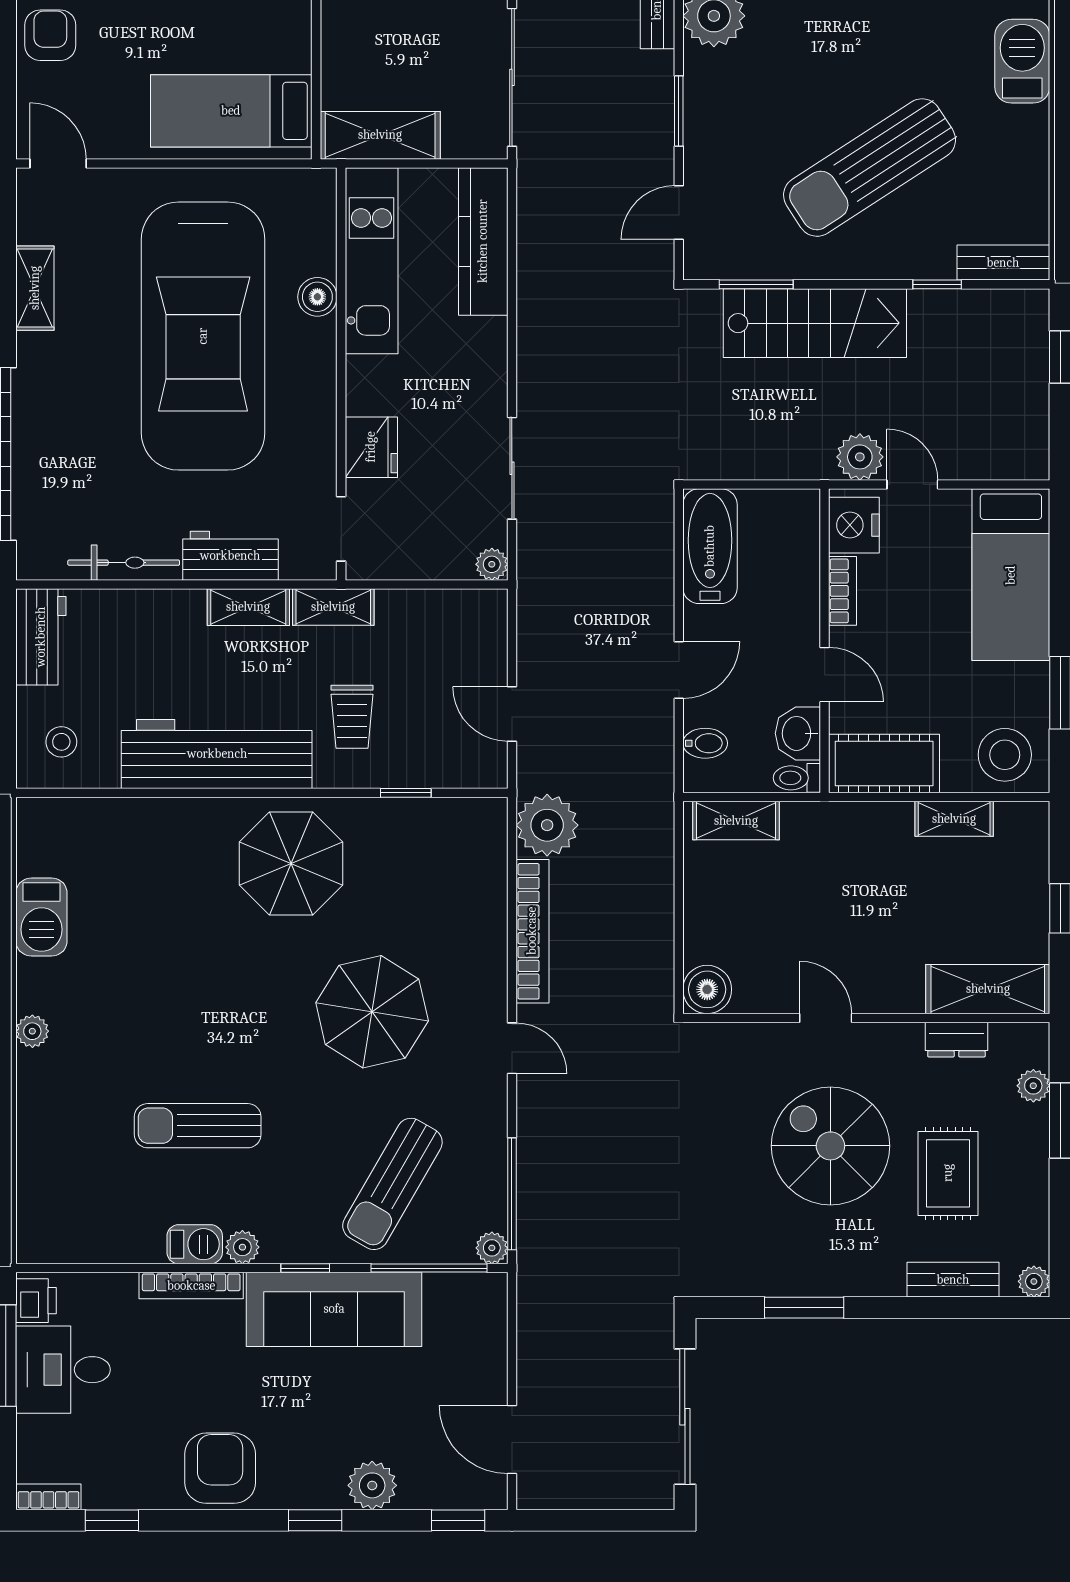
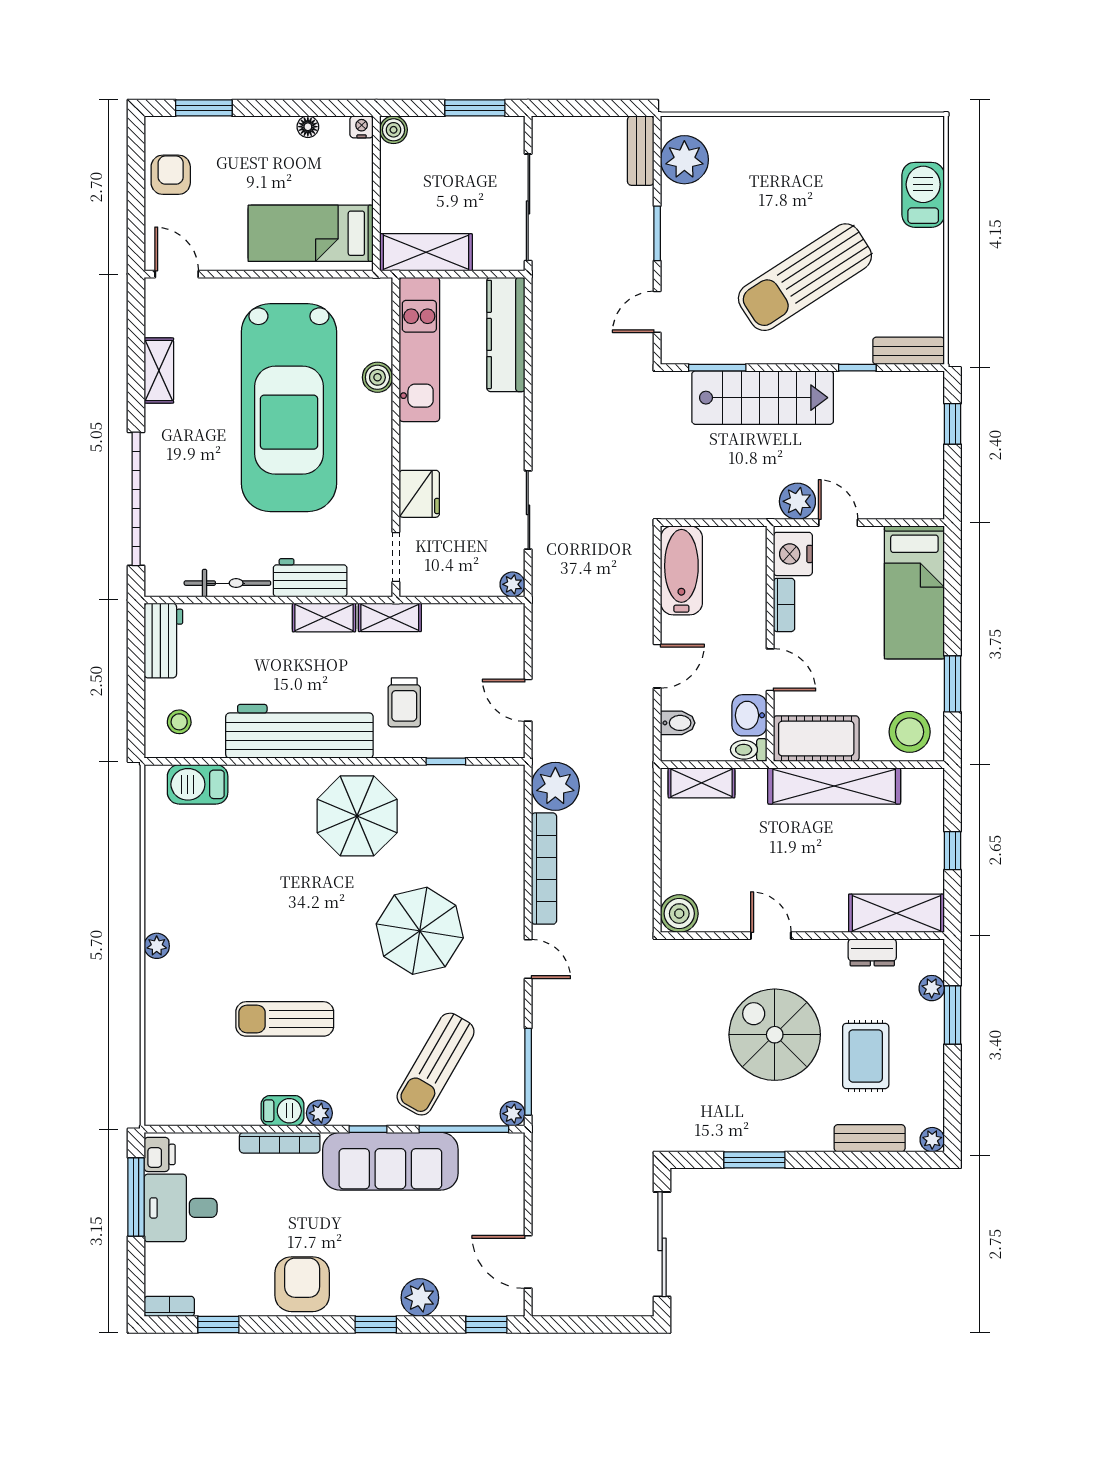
shelving: (954, 819) -> (834, 786), width x2.20, depth x1.33
barbecue: (41, 917) -> (198, 784), moved, turned 90

